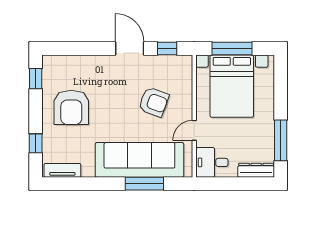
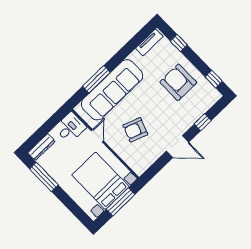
window: (167, 48) -> (203, 122), moved

